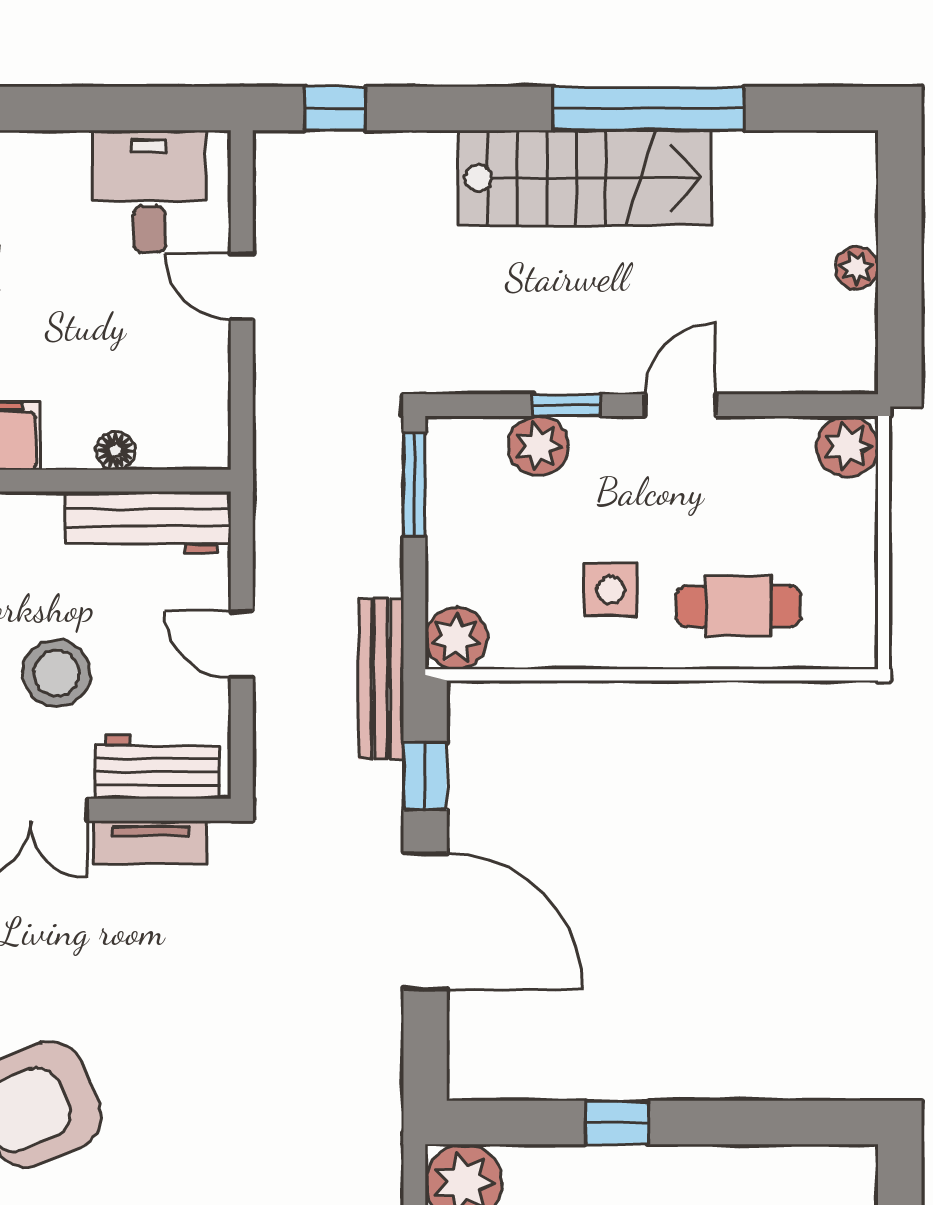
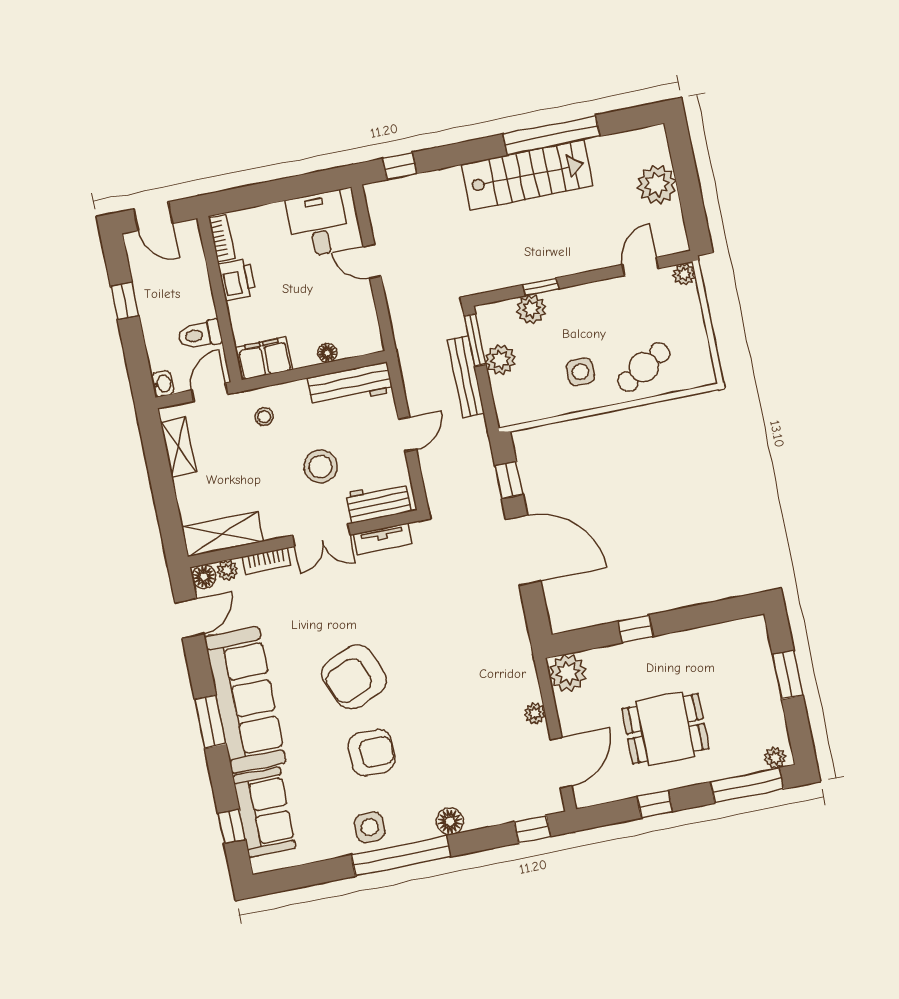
plant: (857, 268) -> (657, 185), width x1.88, depth x1.88
door: (680, 405) -> (640, 266), moved
plant: (848, 447) -> (684, 274), width x0.73, depth x0.73
cafe table: (738, 606) -> (644, 367), turned -31
plant: (456, 638) -> (500, 360), moved
door: (242, 644) -> (407, 434), swing flipped
bench: (381, 679) -> (466, 377), moved

